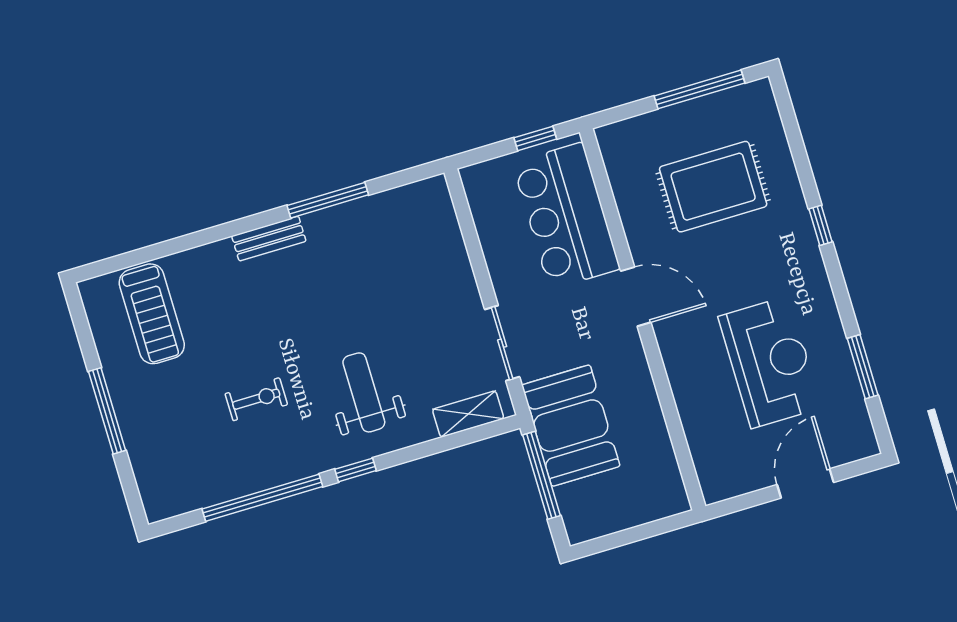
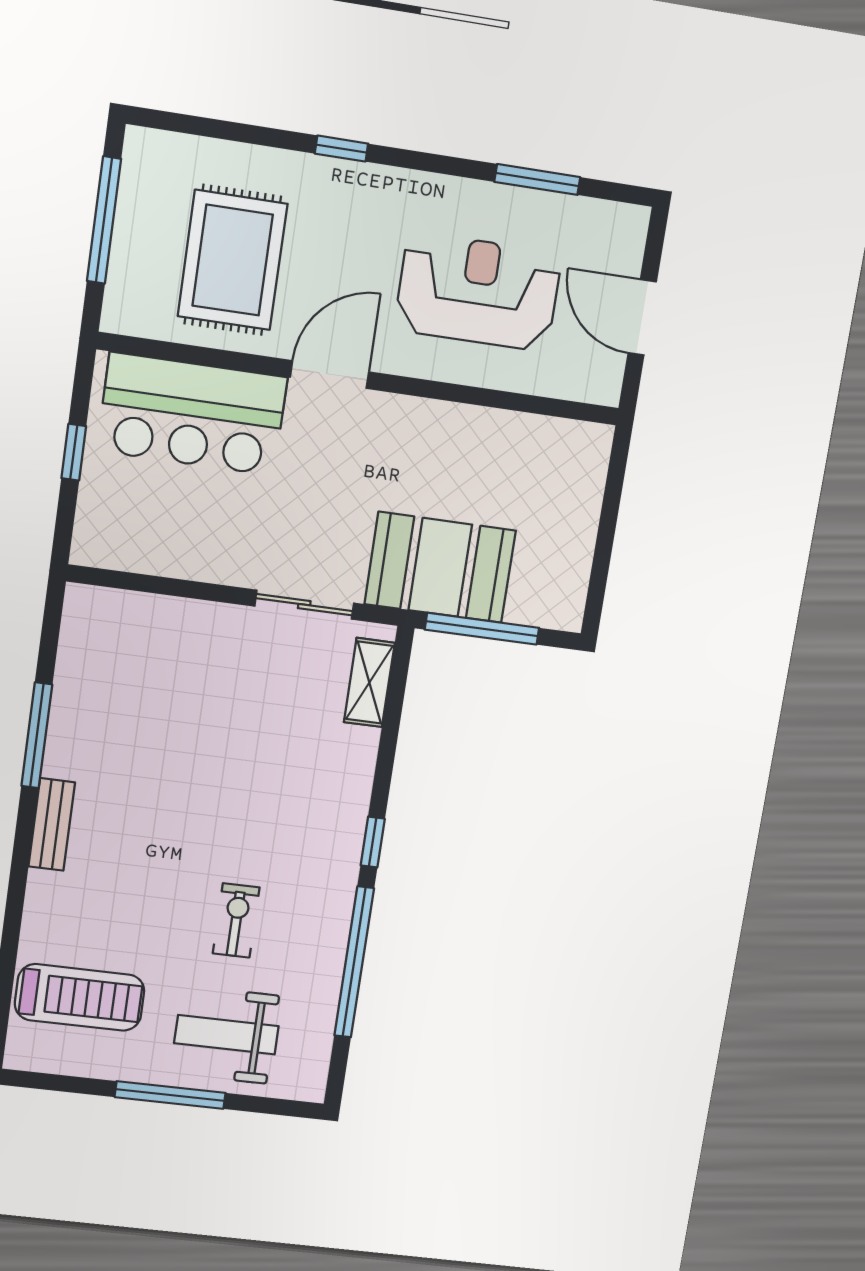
bar counter: (566, 216) -> (192, 414), moved
door: (636, 297) -> (329, 375), moved
wall: (643, 319) -> (361, 379), moved
weight bench: (364, 392) -> (226, 1035), moved

